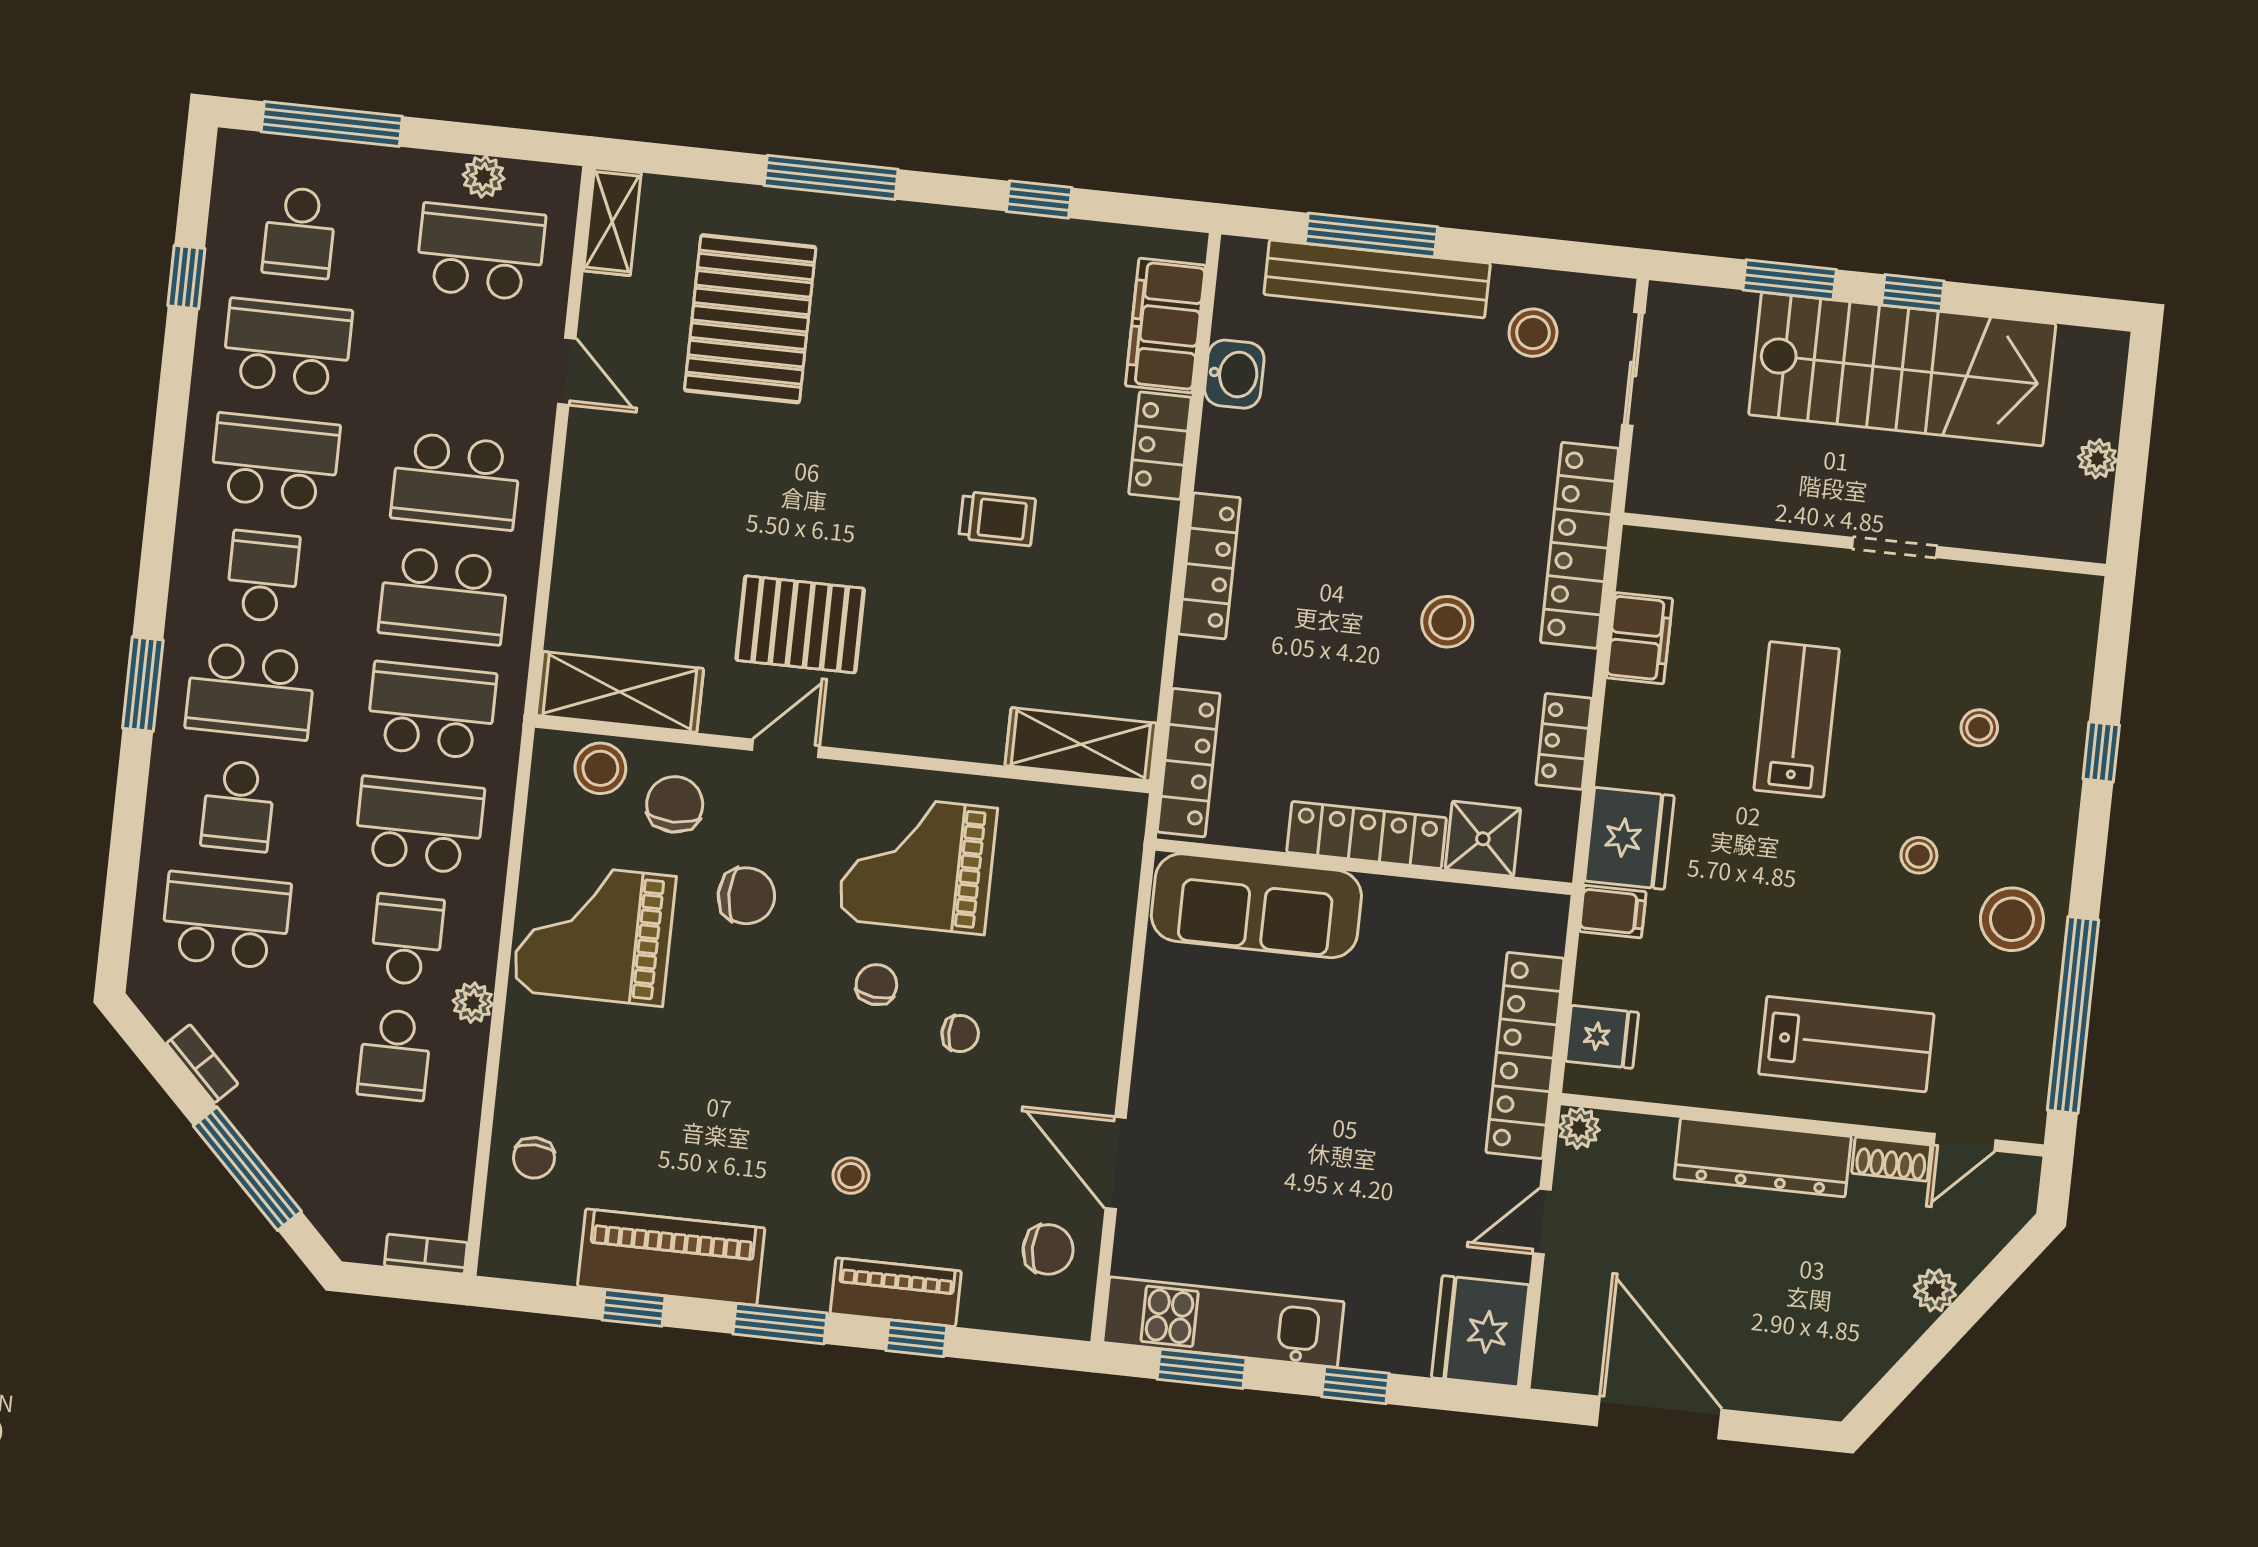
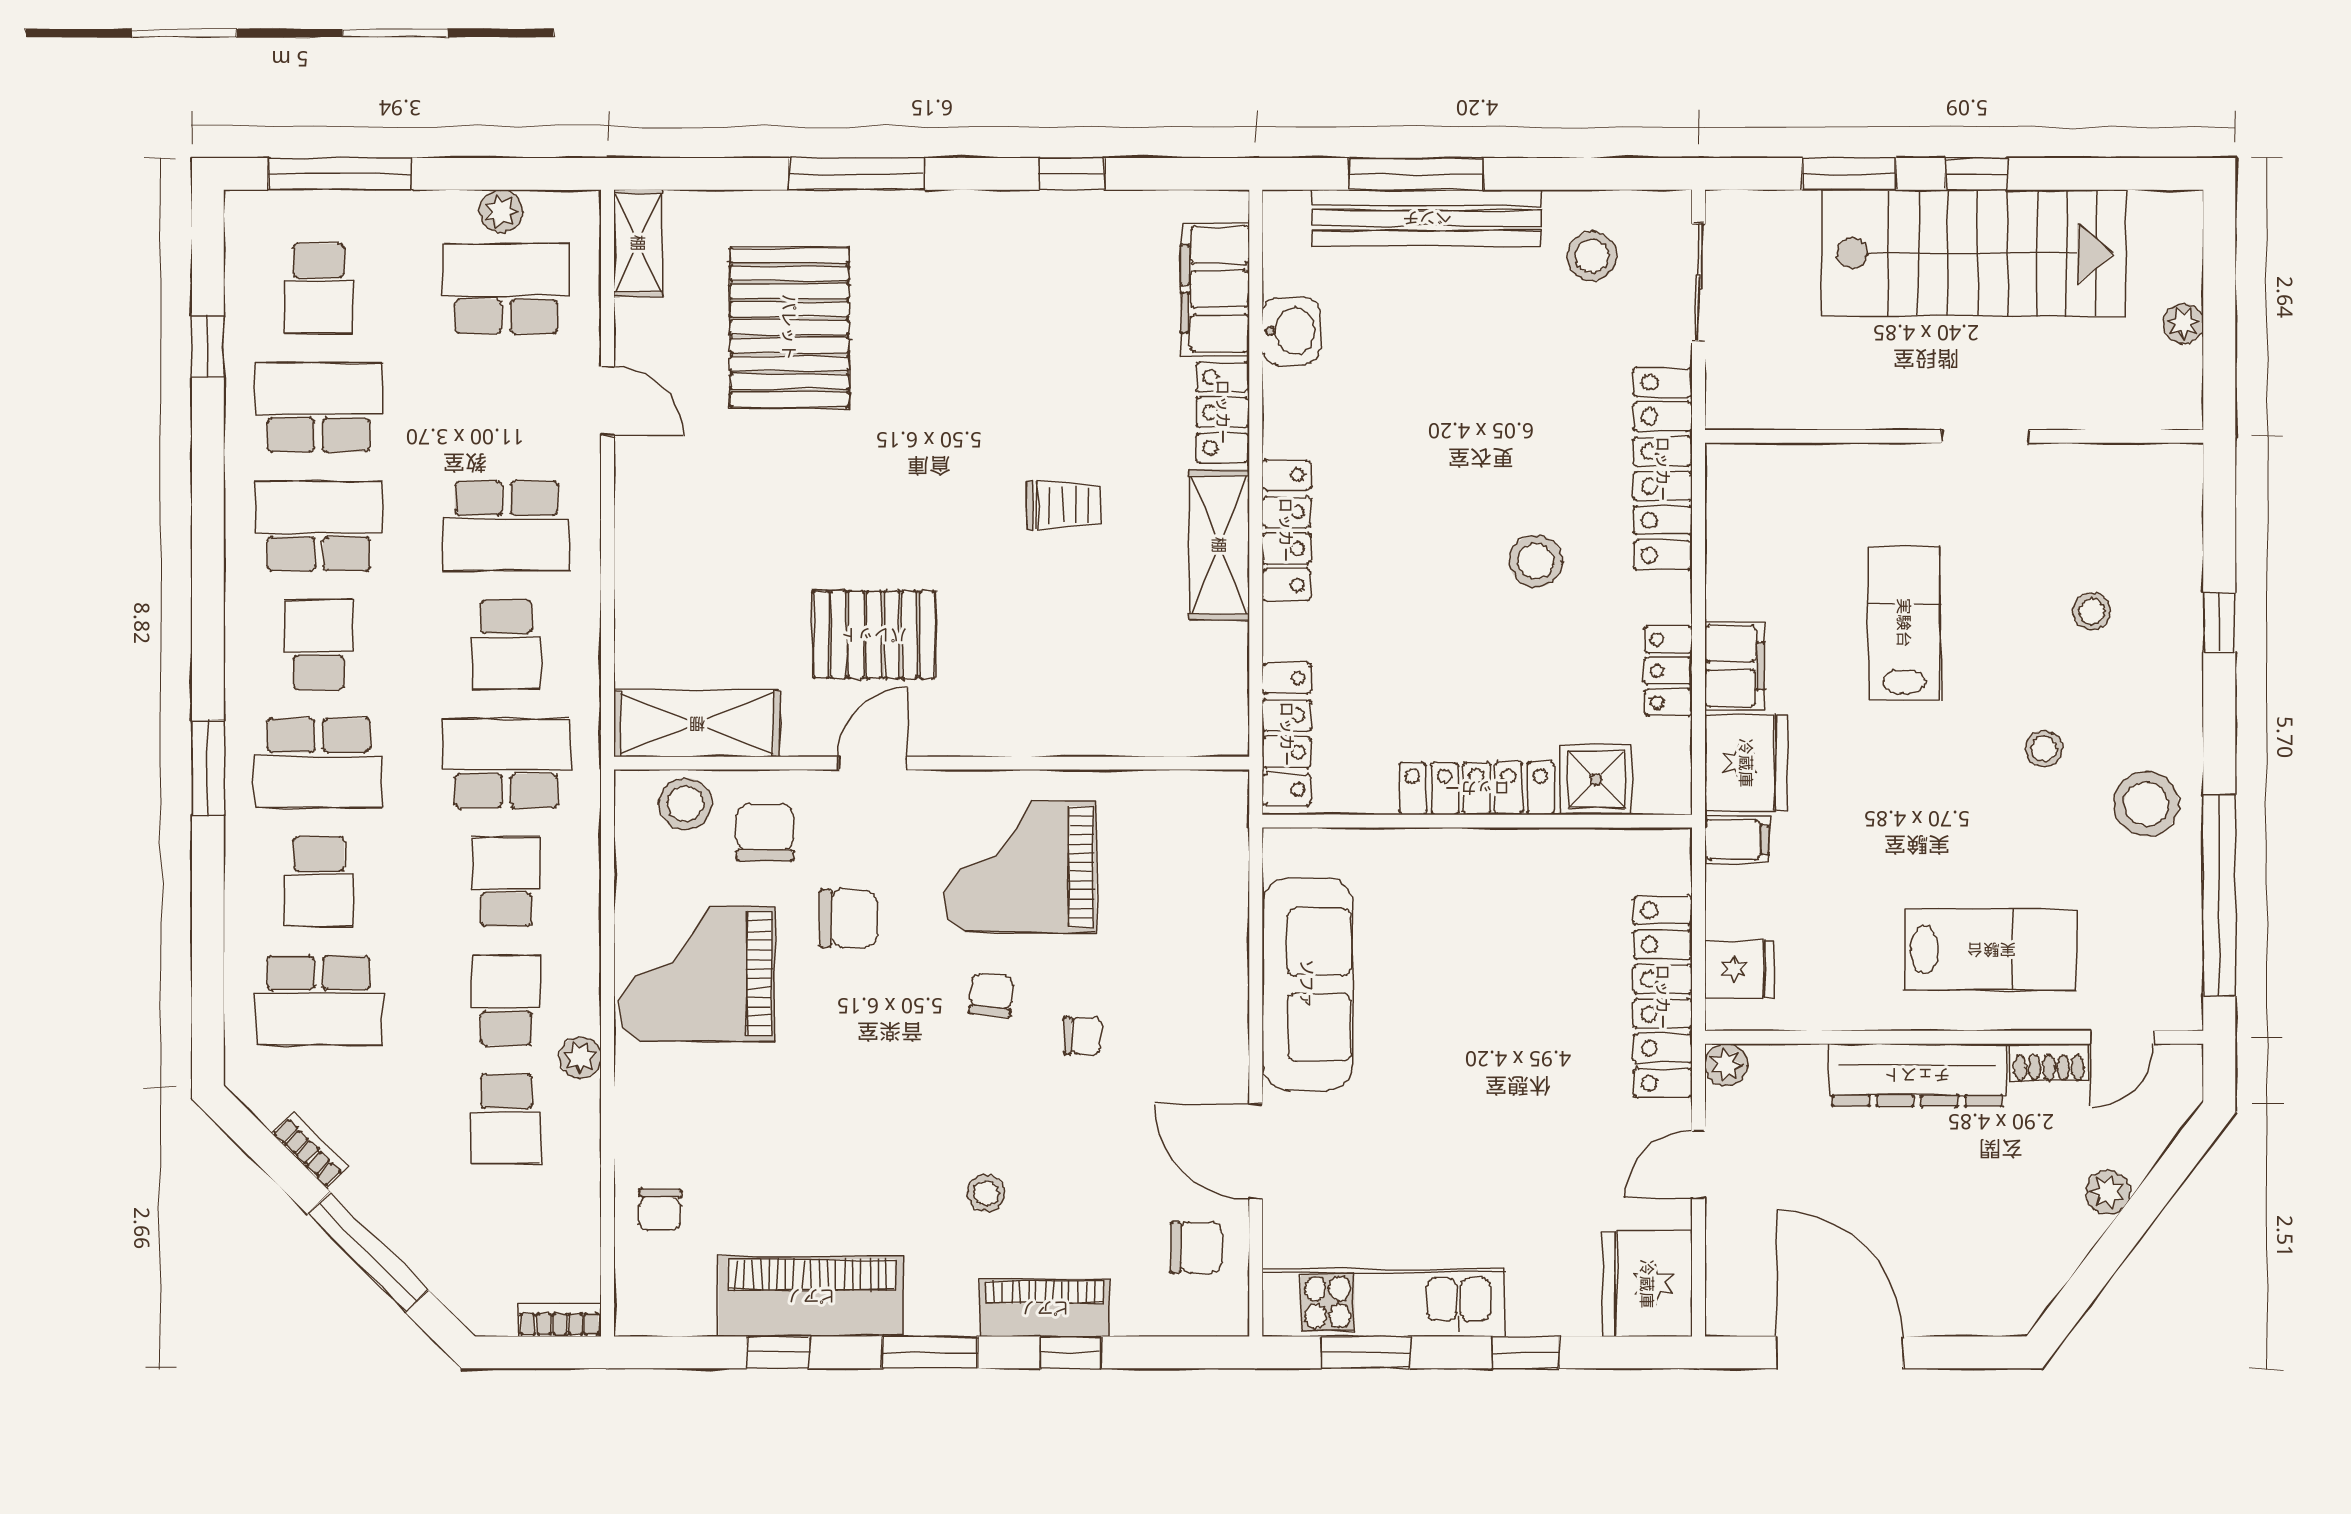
school desk: (444, 596) -> (506, 644), width x0.54
filing cabinet: (1639, 638) -> (1734, 666), moved
shelving: (1081, 744) -> (1219, 545), moved, turned 90
school desk: (419, 825) -> (506, 882), width x0.54
sofa: (1256, 906) -> (1307, 984), moved, turned -90
school desk: (226, 920) -> (319, 1000), turned 180

